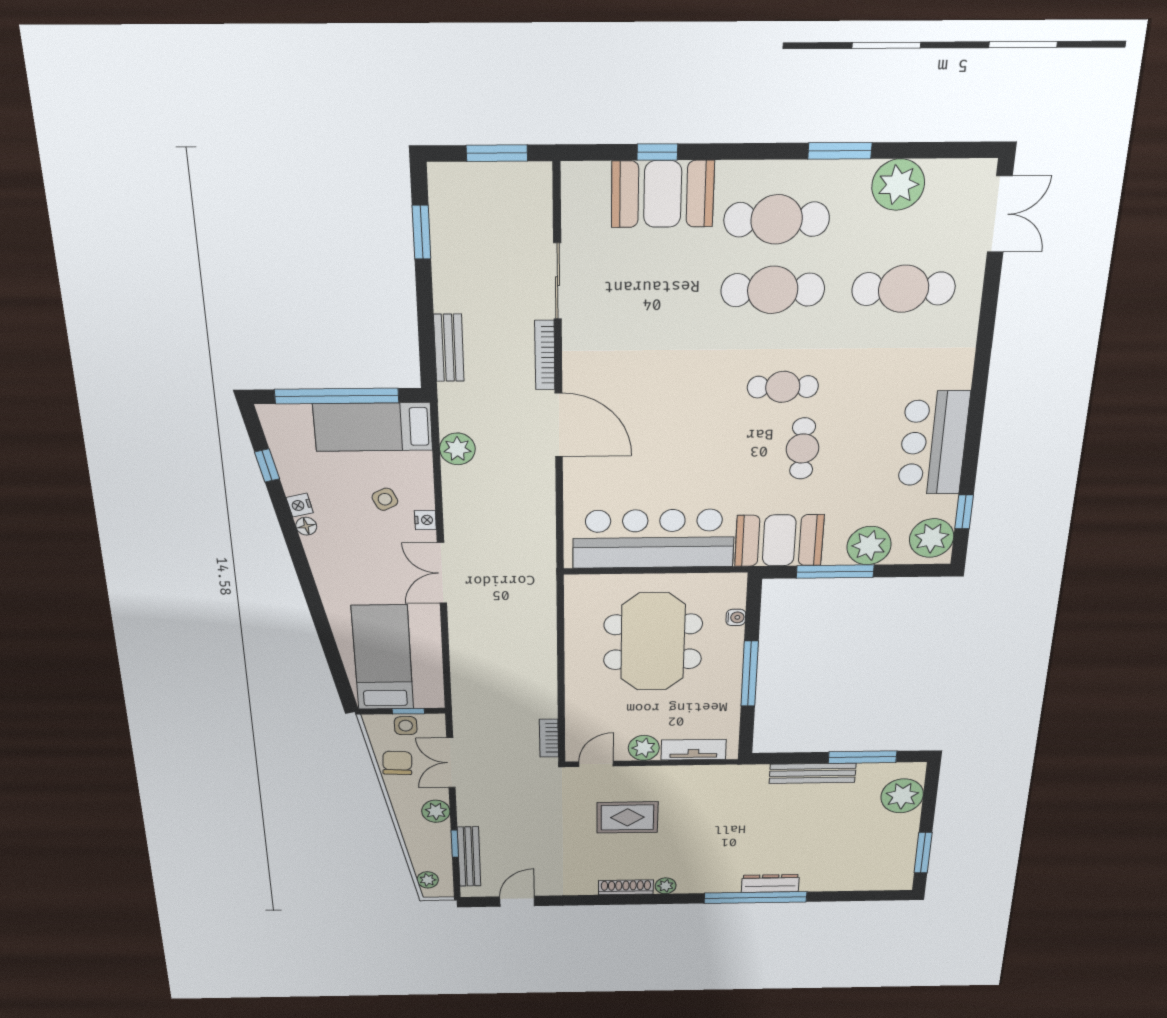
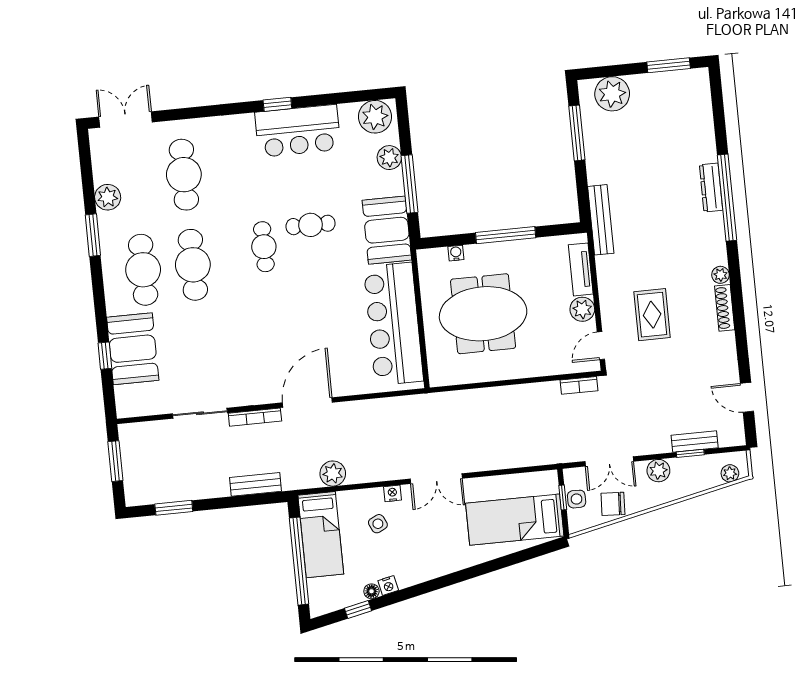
plant: (898, 185) -> (108, 197), width x0.73, depth x0.73
window: (964, 512) -> (277, 104), moved
floor lamp: (306, 526) -> (371, 591), moved
plant: (869, 546) -> (389, 158), width x0.73, depth x0.73
door: (596, 764) -> (601, 346), hinge flipped
bench: (813, 773) -> (601, 220), moved
bench: (469, 857) -> (695, 442), width x0.73

